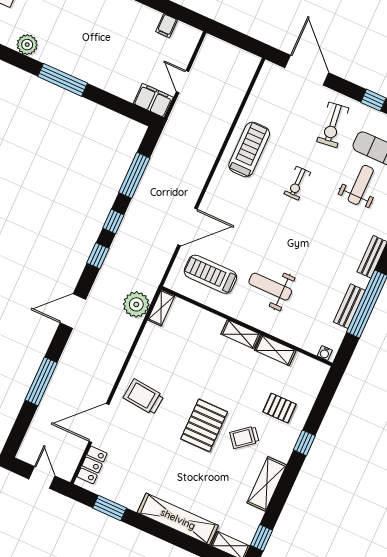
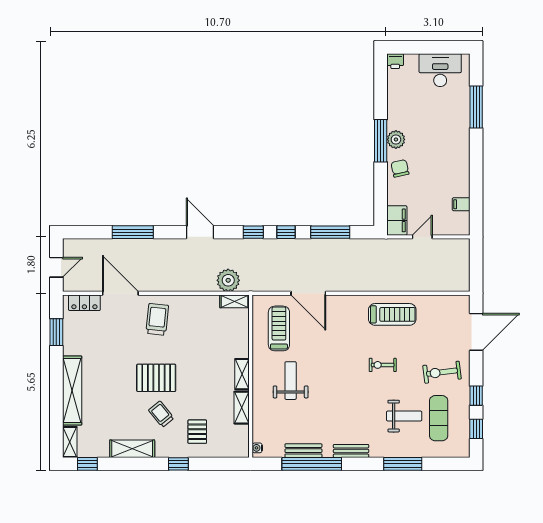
plant: (27, 45) -> (396, 139), moved
chair: (100, 73) -> (400, 168), added

